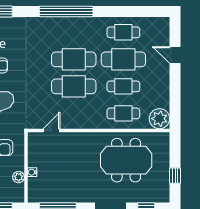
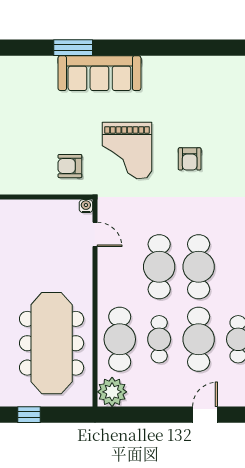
cafe table: (123, 113) -> (120, 339), width x1.37, depth x1.35
meeting table: (126, 160) -> (52, 343), width x1.36
water cooler: (32, 172) -> (86, 206), moved
plant: (19, 177) -> (27, 186), removed

